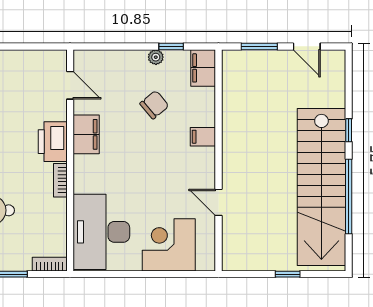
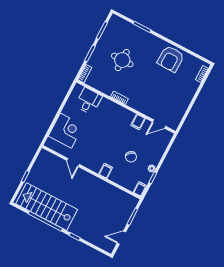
filing cabinet: (203, 68) -> (140, 189), width x0.50
filing cabinet: (86, 134) -> (138, 122), width x0.50
printer: (53, 142) -> (138, 103), removed
stairs: (321, 187) -> (47, 207), width x0.73
door: (218, 202) -> (73, 162), swing flipped
desk: (101, 232) -> (89, 101), width x0.53, depth x0.77

